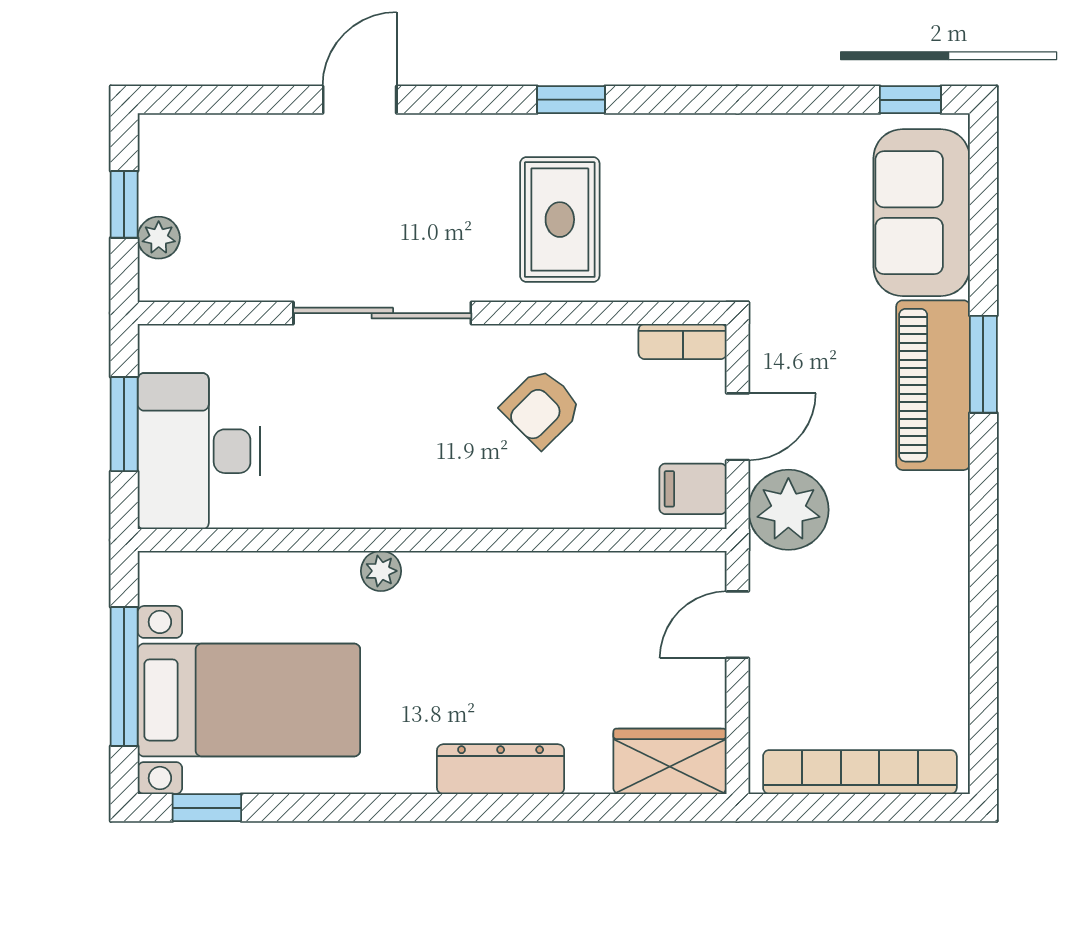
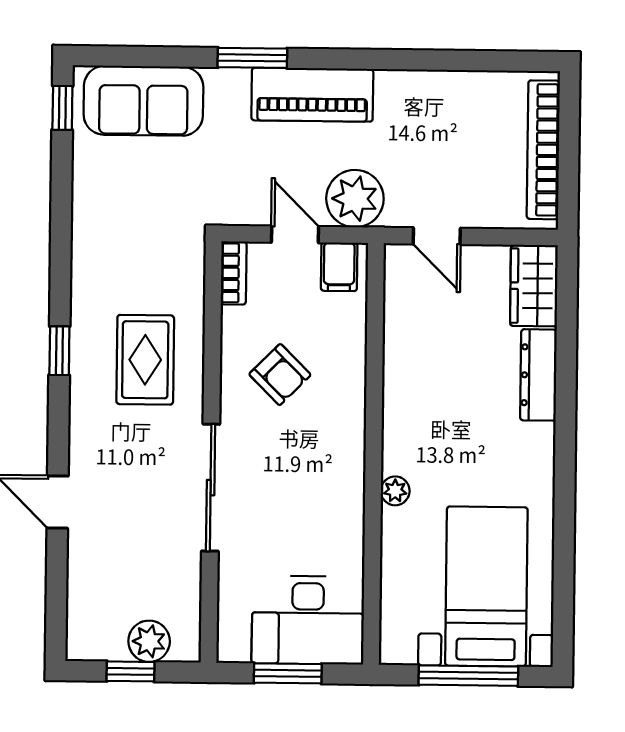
rug: (560, 220) -> (145, 360), turned 90
plant: (159, 238) -> (149, 641), width x1.38, depth x1.38
piano: (933, 385) -> (312, 95), moved
dresser: (501, 769) -> (538, 375), moved
window: (207, 808) -> (563, 618), removed

